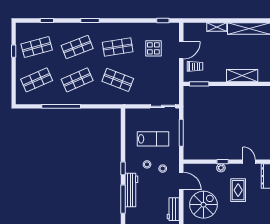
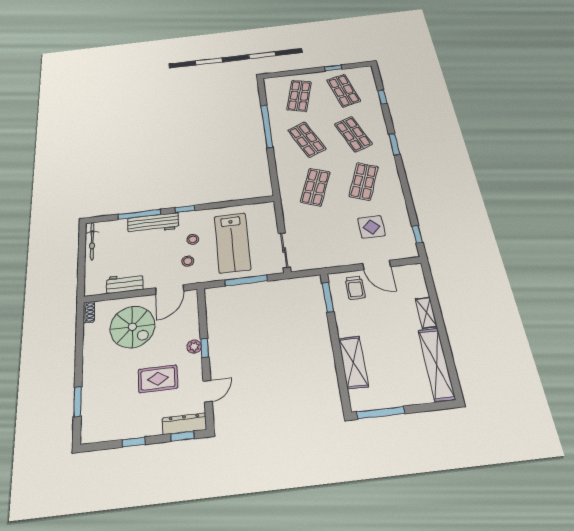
shop shelf: (118, 47) -> (364, 181), turned 30
shop shelf: (37, 80) -> (299, 96), turned 39
lab bench: (153, 139) -> (232, 243), width x1.36, depth x1.39

